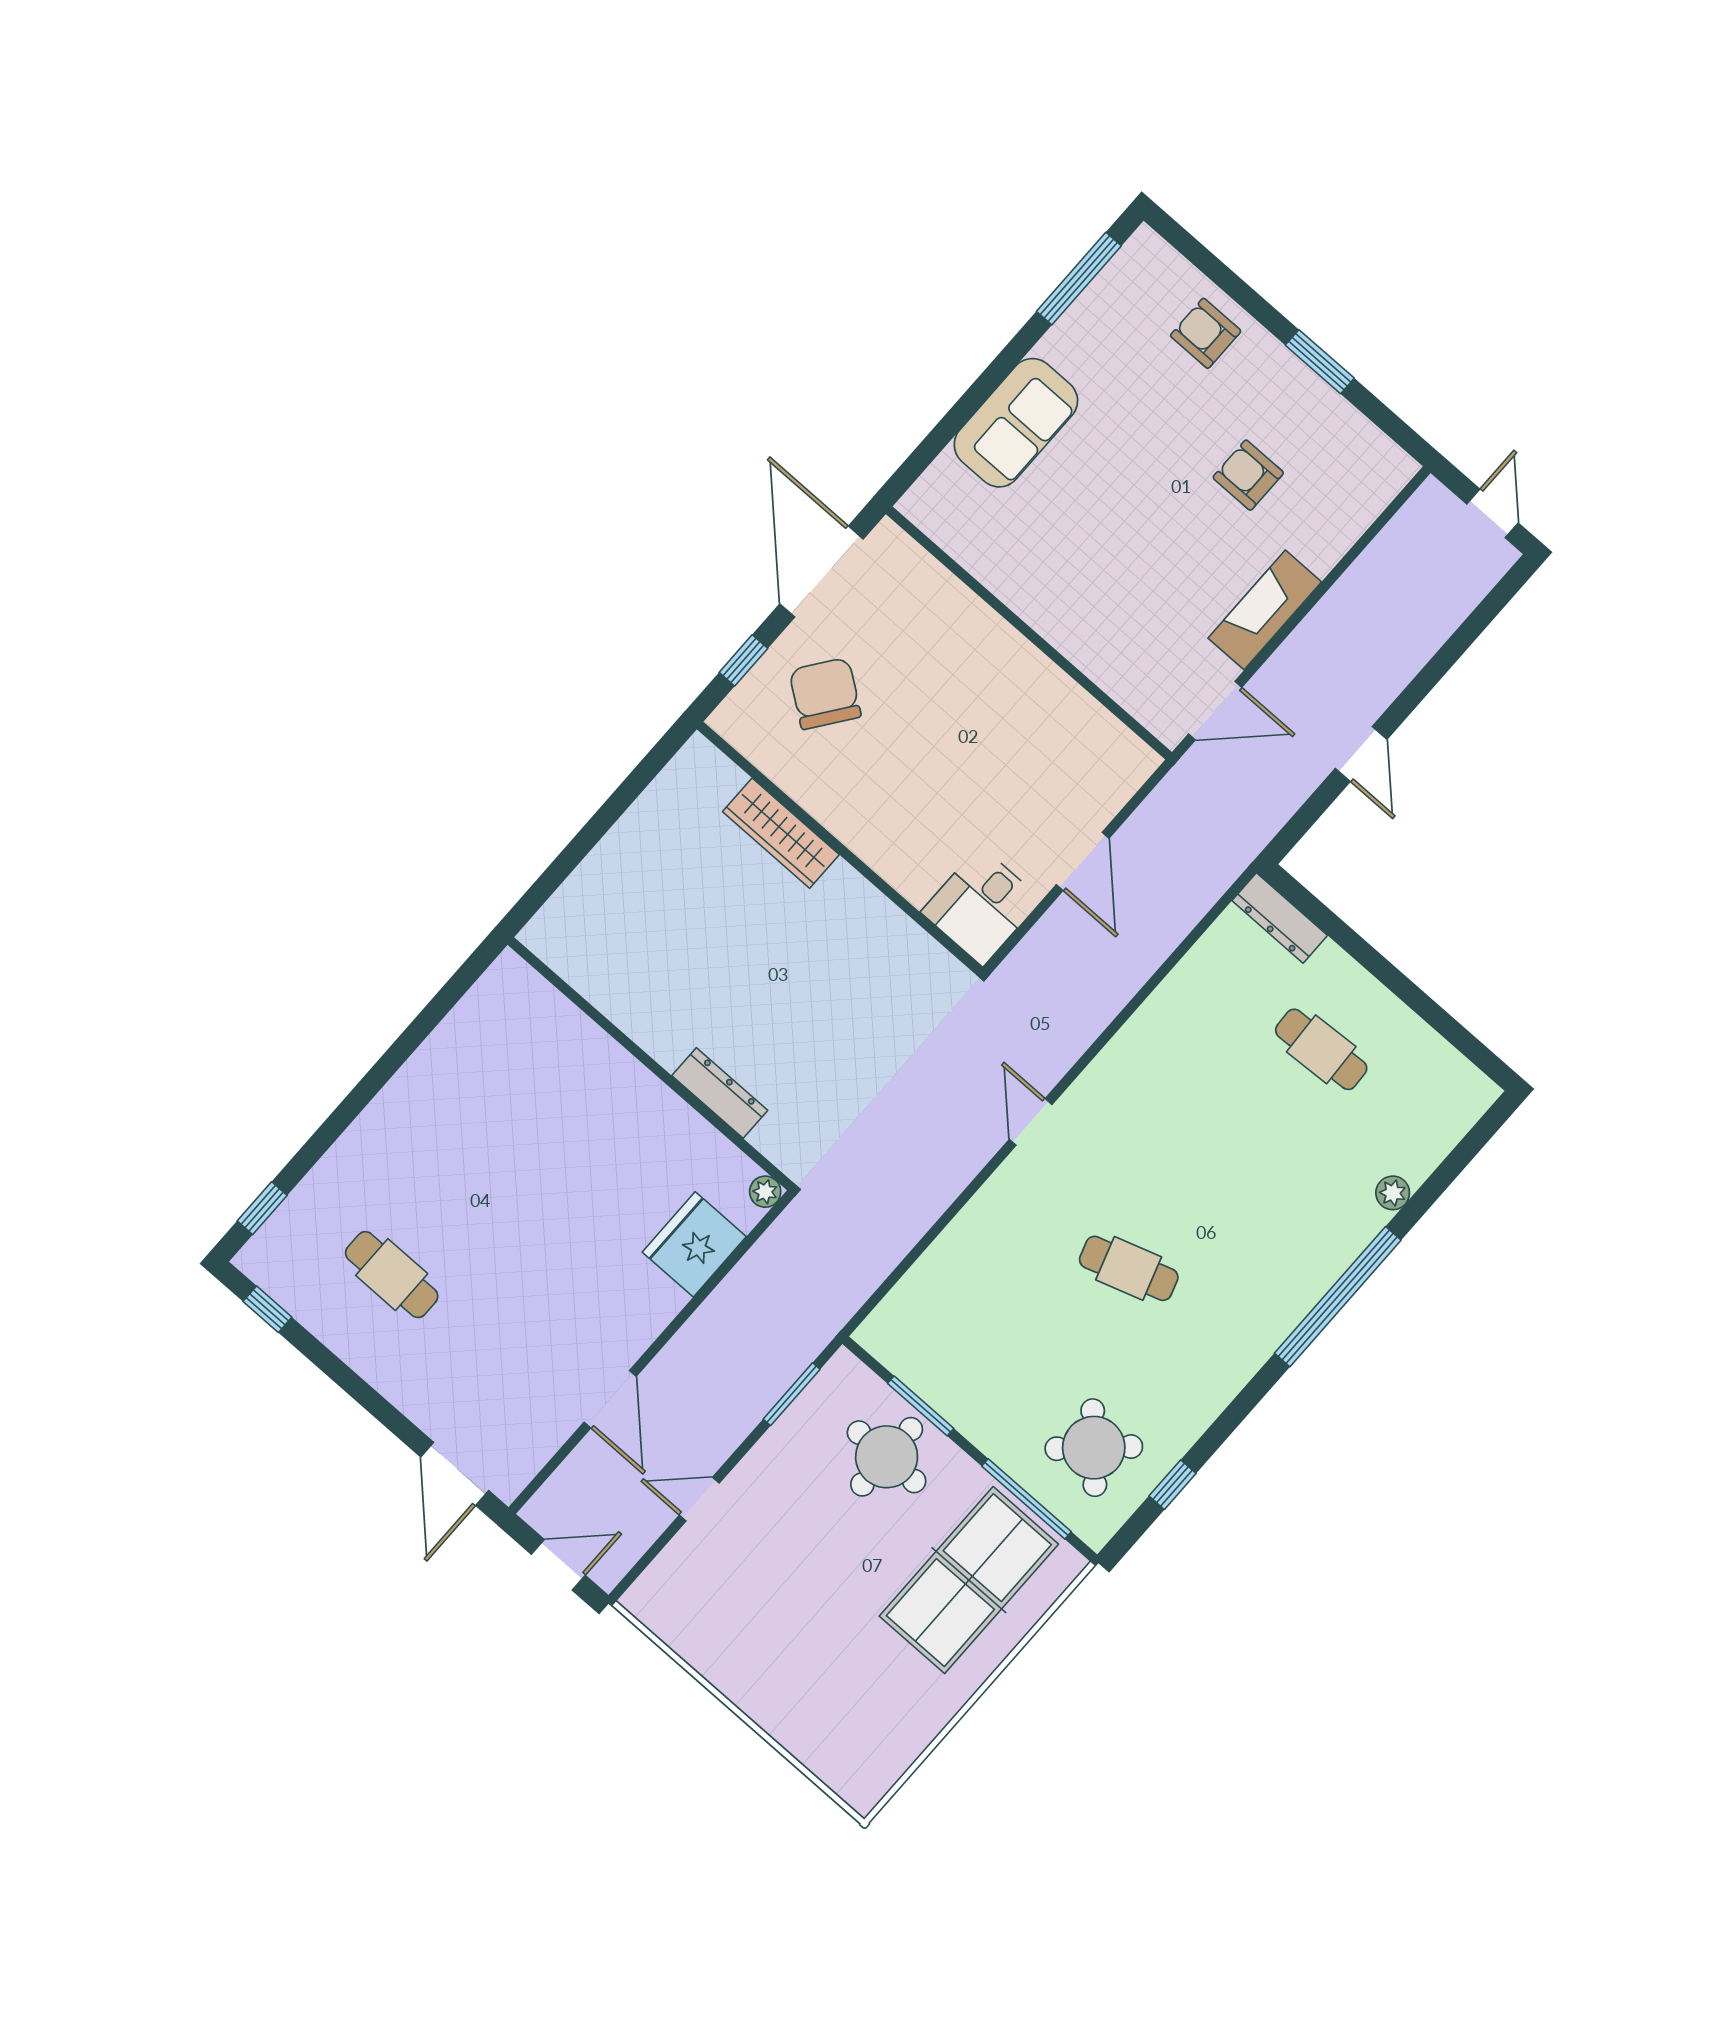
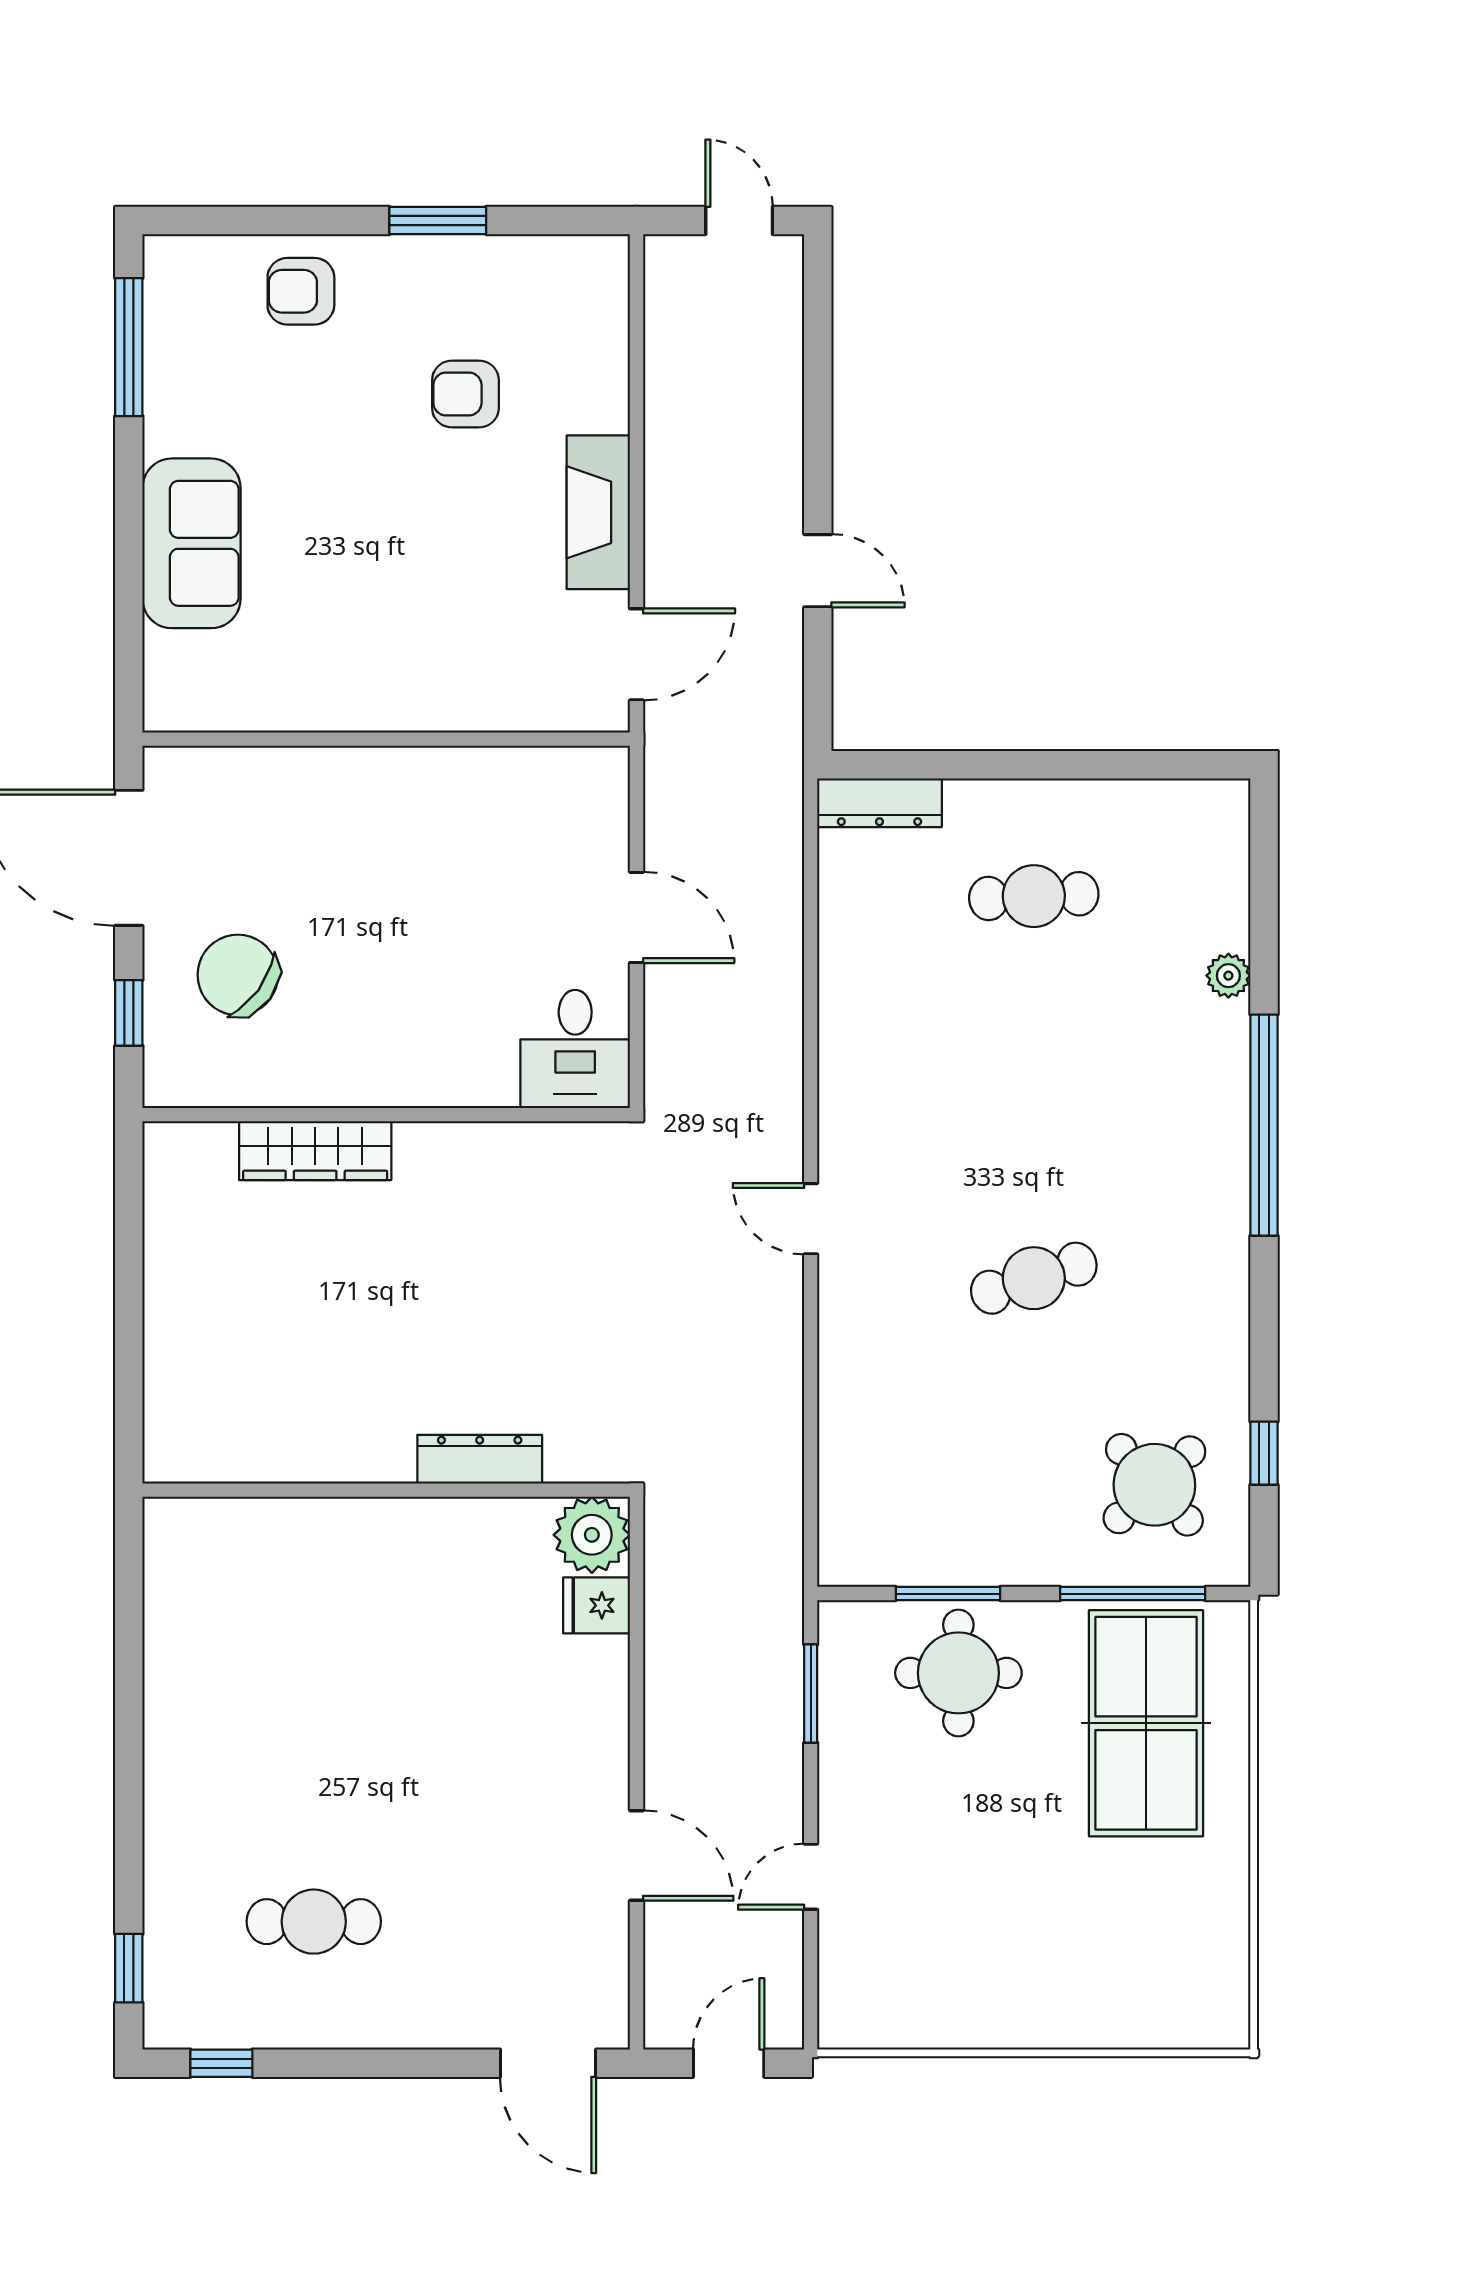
plant: (765, 1192) -> (592, 1535), width x1.87, depth x1.87
fridge: (694, 1244) -> (597, 1605), width x0.53, depth x0.75

